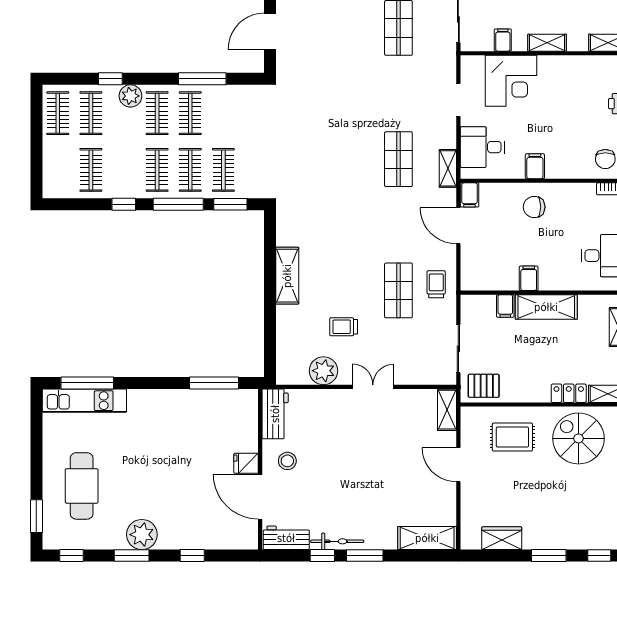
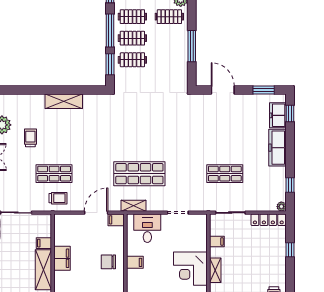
corner desk: (511, 81) -> (190, 269), moved
clothes rail: (190, 113) -> (169, 38), removed
shop shelf: (398, 159) -> (139, 174), width x1.43, depth x1.36
chair: (534, 207) -> (108, 262), turned -90
filing cabinet: (529, 278) -> (62, 258), width x2.00

